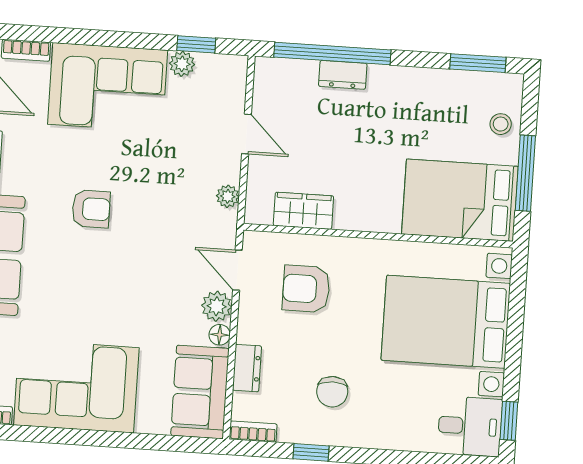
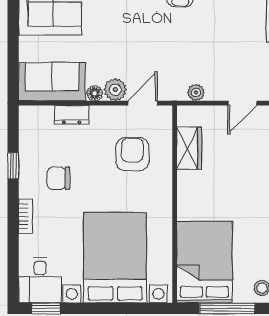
bookcase: (253, 432) -> (26, 216), moved

